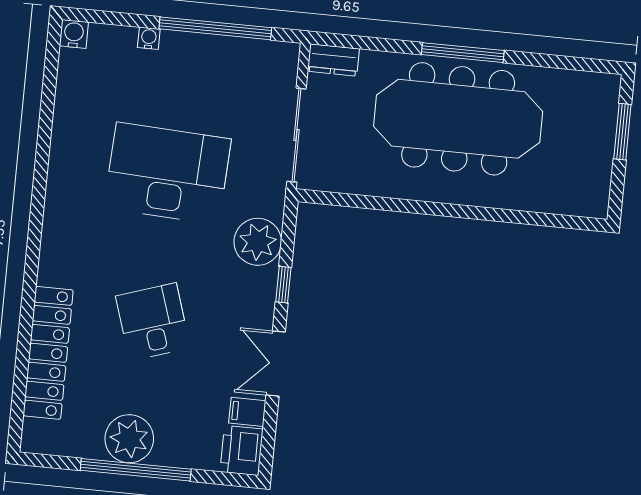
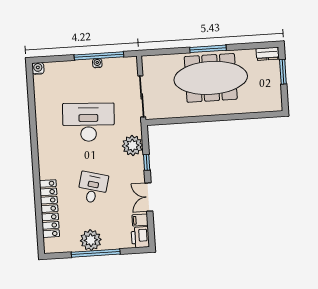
water cooler: (149, 38) -> (97, 63), moved
dresser: (333, 60) -> (267, 54), moved
desk: (153, 322) -> (93, 188), turned 33

